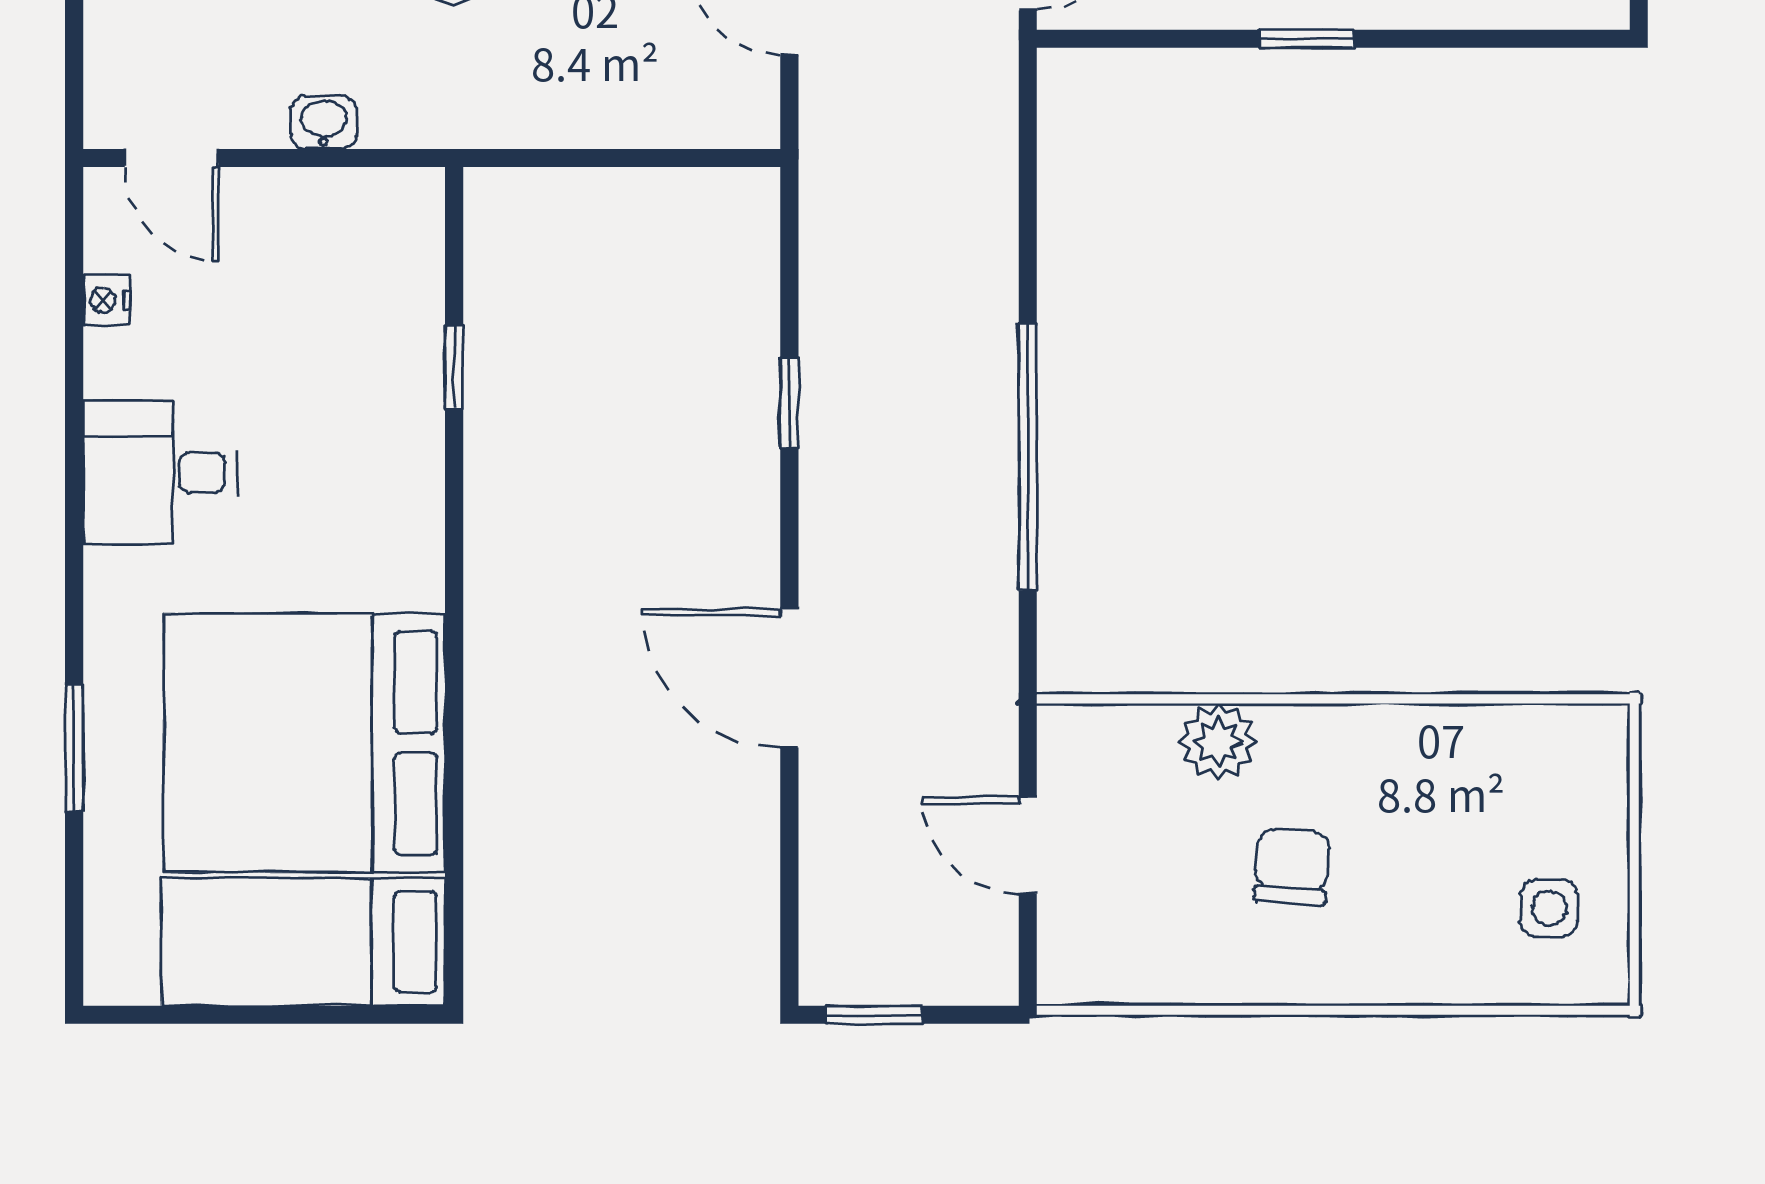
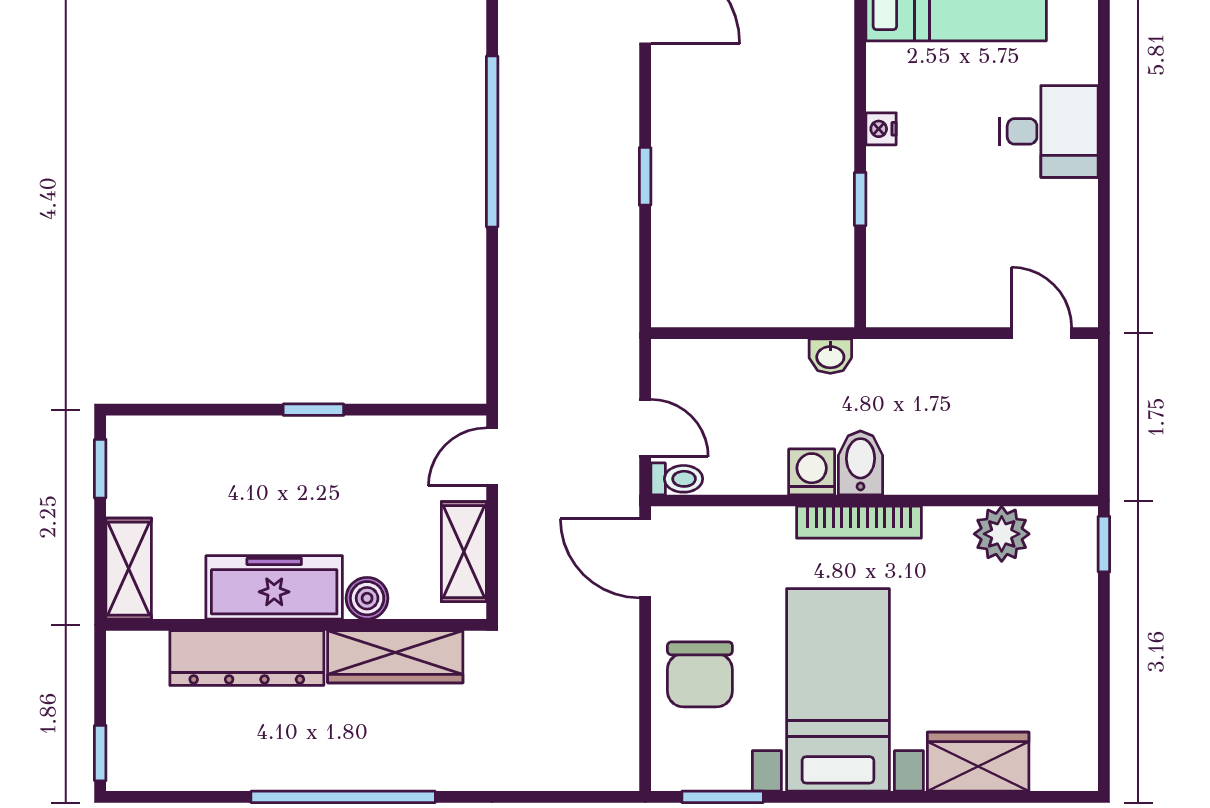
washbasin: (323, 122) -> (830, 356), moved
nightstand: (107, 300) -> (881, 129), moved, turned 180

